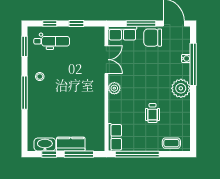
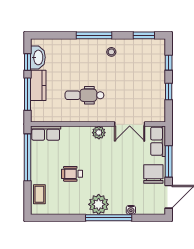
dental chair: (52, 41) -> (85, 95), moved, turned 90
window: (193, 64) -> (109, 218), moved

